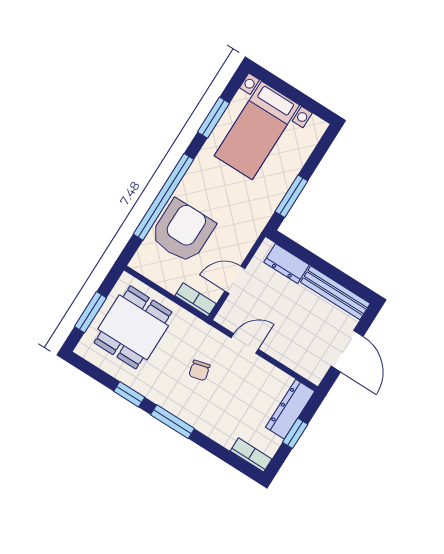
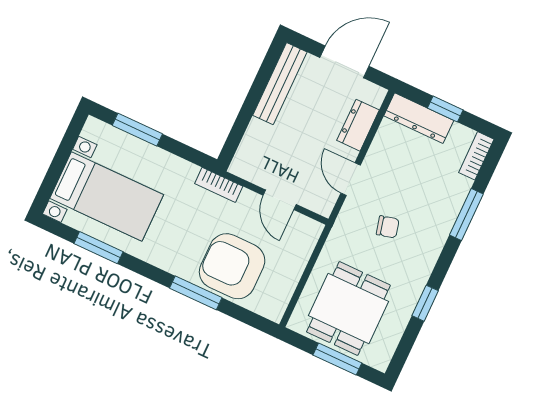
window: (291, 196) -> (137, 130), moved
window: (163, 197) -> (196, 293), width x0.47
dresser: (286, 264) -> (358, 125), moved, turned 180
bookcase: (196, 300) -> (219, 185), moved, turned -90
dining table: (133, 327) -> (348, 309), turned 90
window: (173, 422) -> (466, 214), moved

